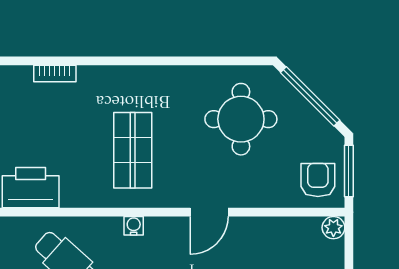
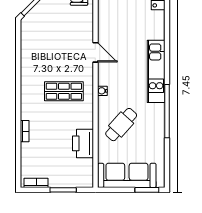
round table: (241, 119) -> (48, 36), removed

